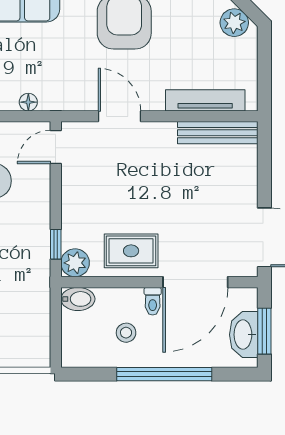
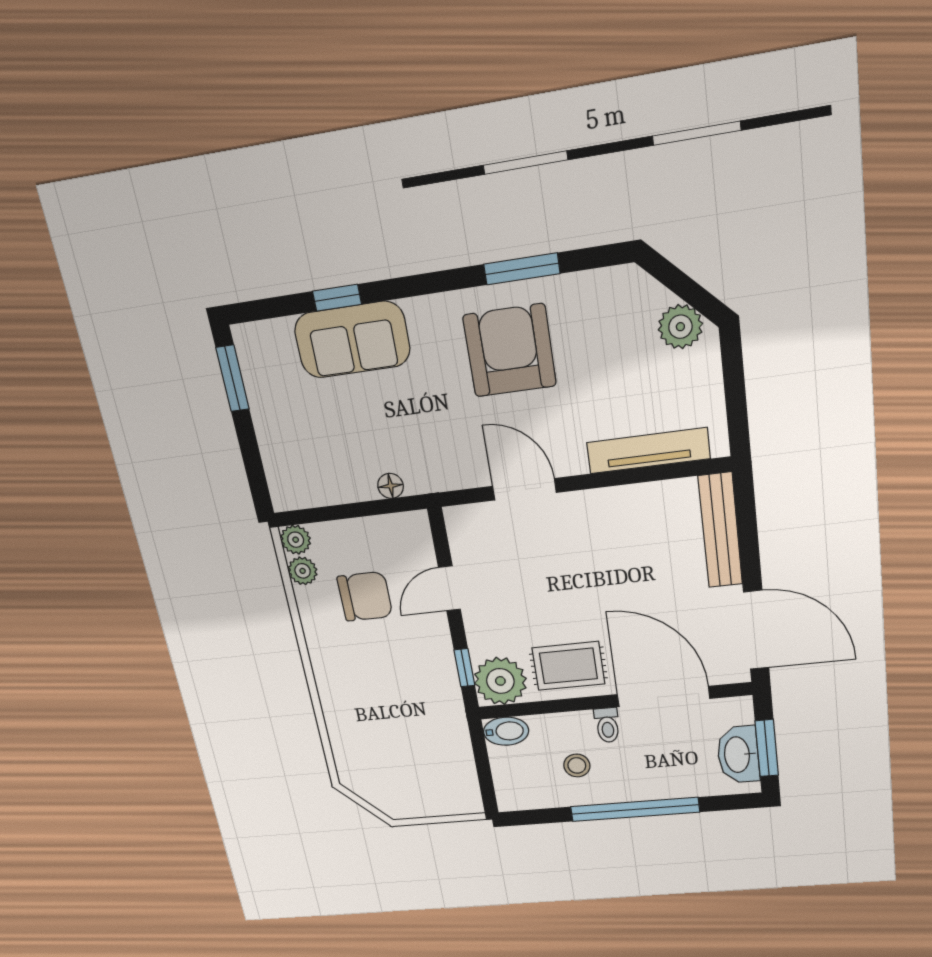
bench: (218, 133) -> (720, 530), moved, turned 90
door: (56, 147) -> (449, 588), moved
plant: (75, 263) -> (500, 681), width x1.36, depth x1.36
door: (195, 282) -> (663, 696), swing flipped

